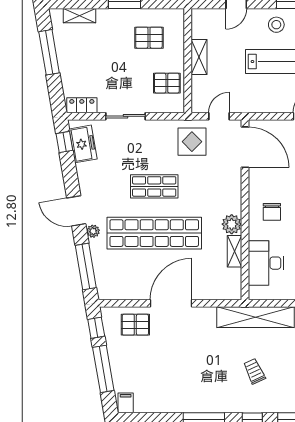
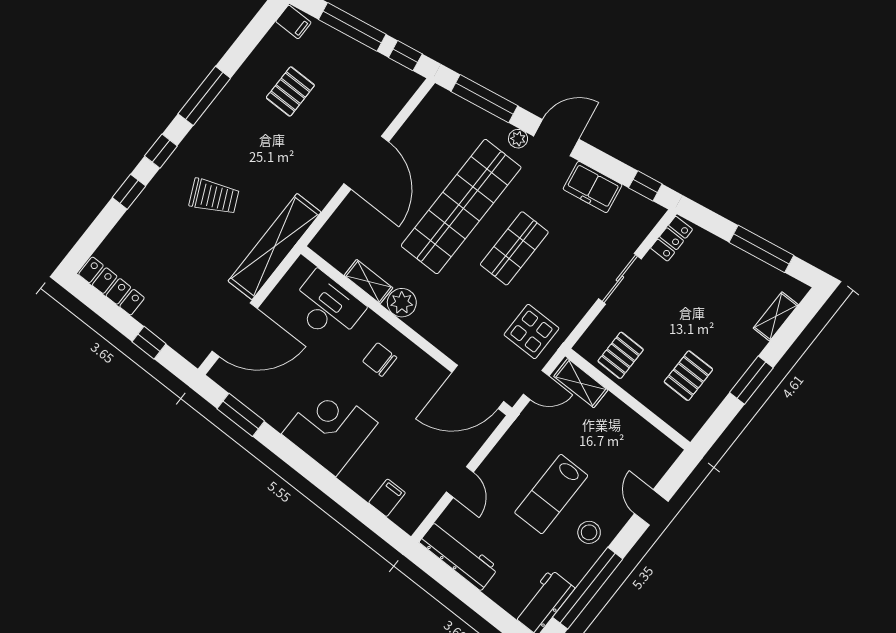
shelving: (199, 57) -> (581, 383), moved
door: (219, 116) -> (536, 385), hinge flipped
freezer: (83, 144) -> (593, 187), moved
pallet: (135, 325) -> (290, 91), moved
trolley: (254, 371) -> (214, 197), width x1.36, depth x1.39

